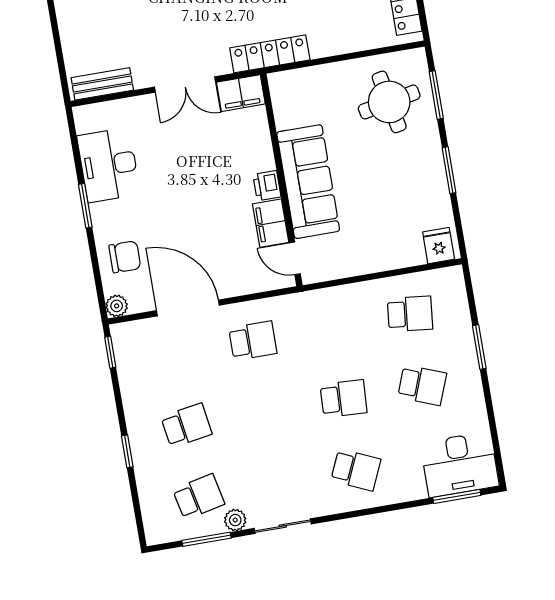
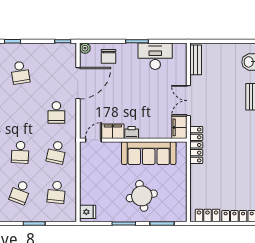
round table: (389, 102) -> (142, 196), moved
sofa: (308, 182) -> (149, 153), moved
school desk: (331, 327) -> (56, 152), added

